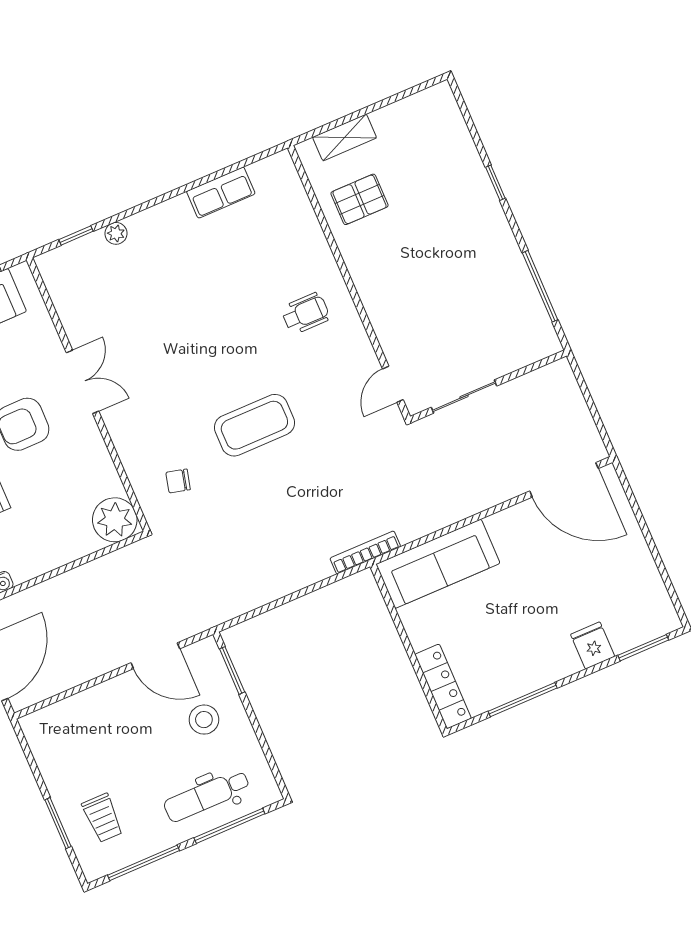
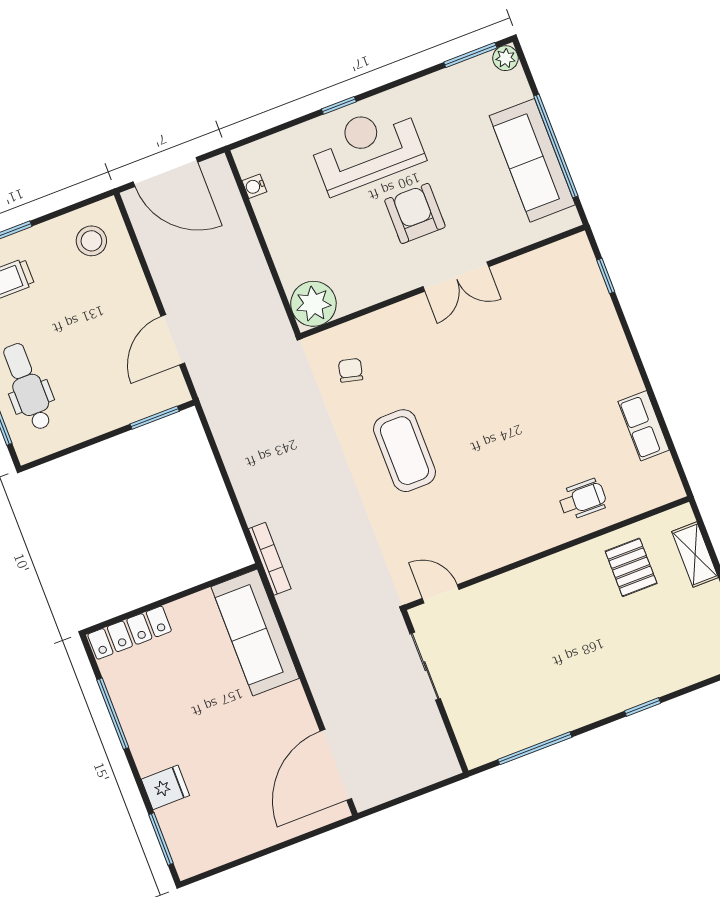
plant: (116, 233) -> (606, 317), removed
wheelchair: (305, 313) -> (583, 499), moved, turned -89
stool: (204, 720) -> (91, 241), moved

